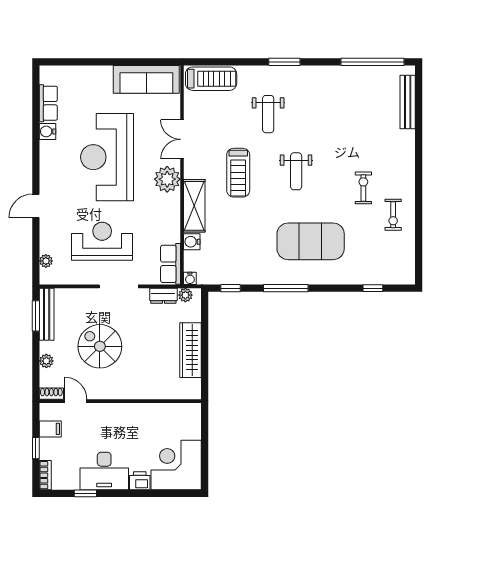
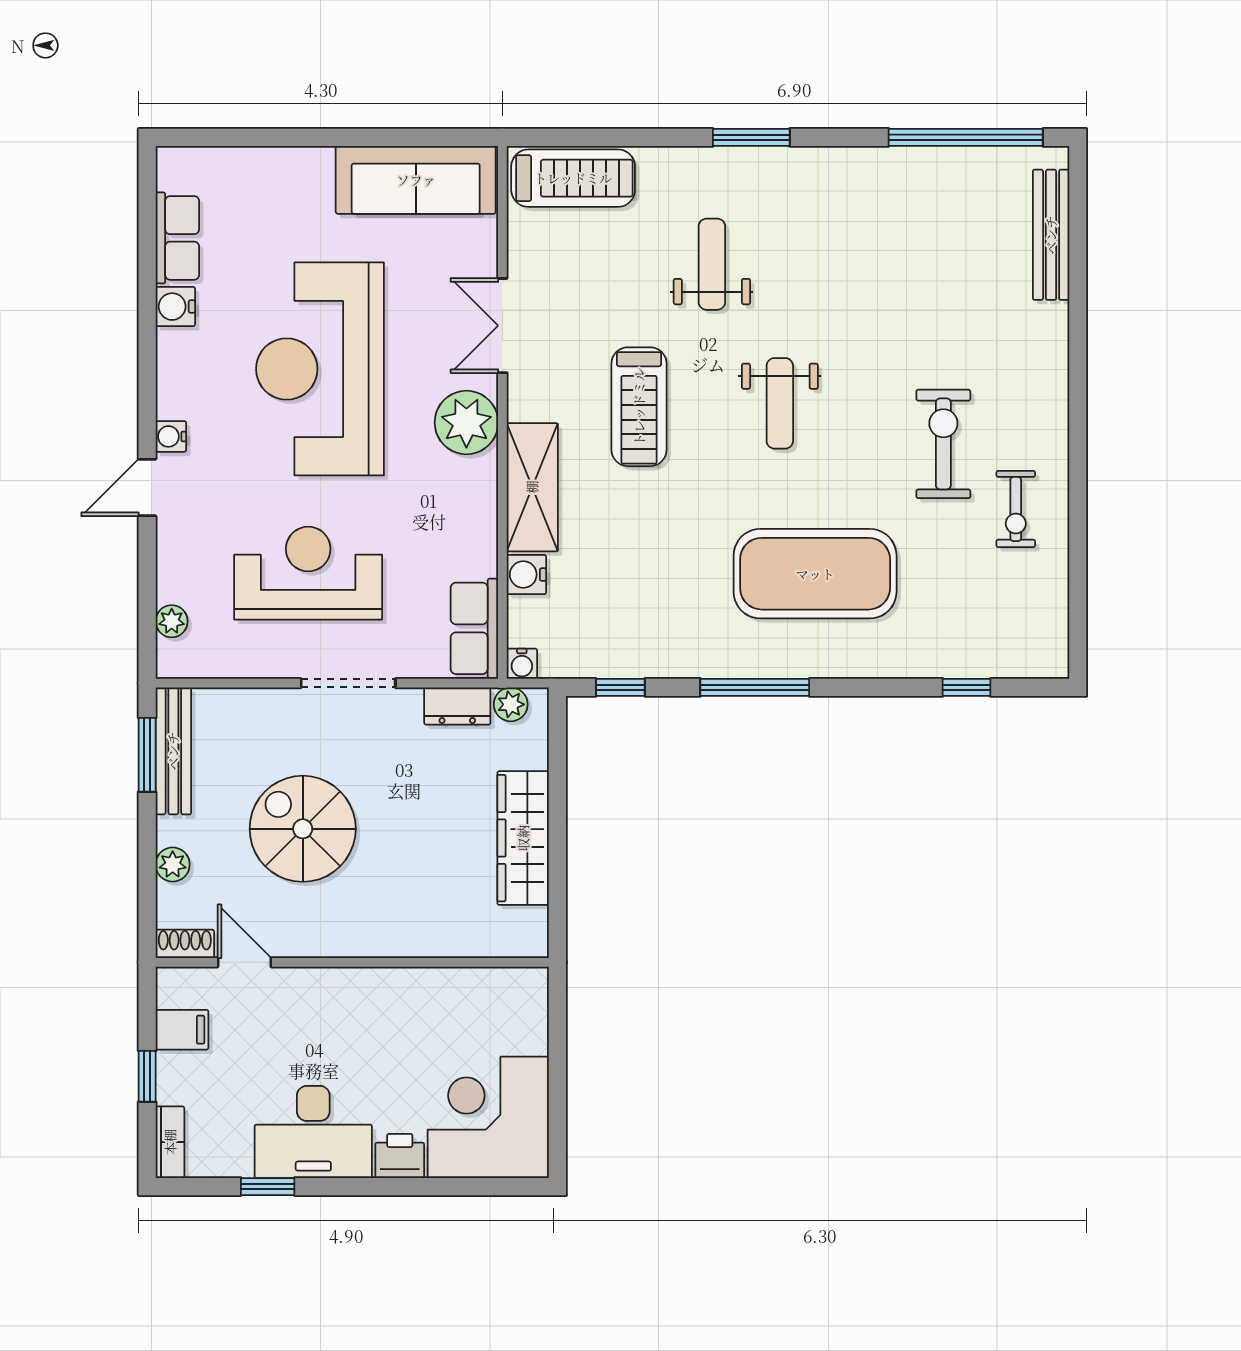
weight bench: (268, 114) -> (712, 264), turned 180
water cooler: (46, 185) -> (171, 436), added
exercise bike: (363, 188) -> (943, 444), width x1.38, depth x1.39

